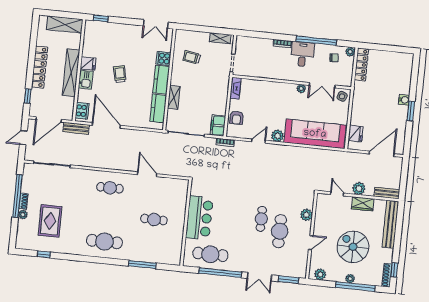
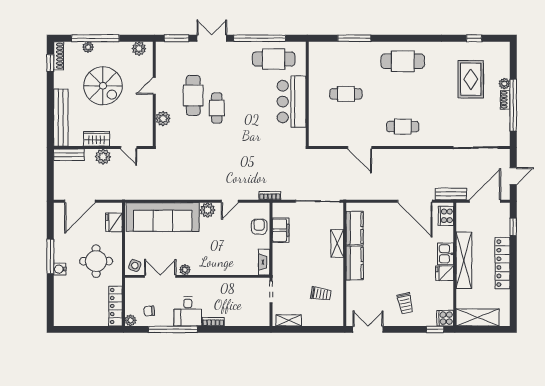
cooker: (163, 58) -> (445, 318), moved, turned 180
trolley: (120, 74) -> (405, 303), moved
round table: (374, 103) -> (96, 261), added
window: (411, 111) -> (50, 256), width x1.44
filing cabinet: (218, 126) -> (281, 230), moved
plant: (350, 279) -> (88, 47), moved

